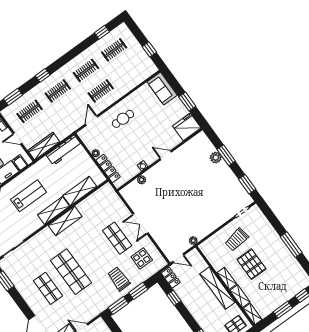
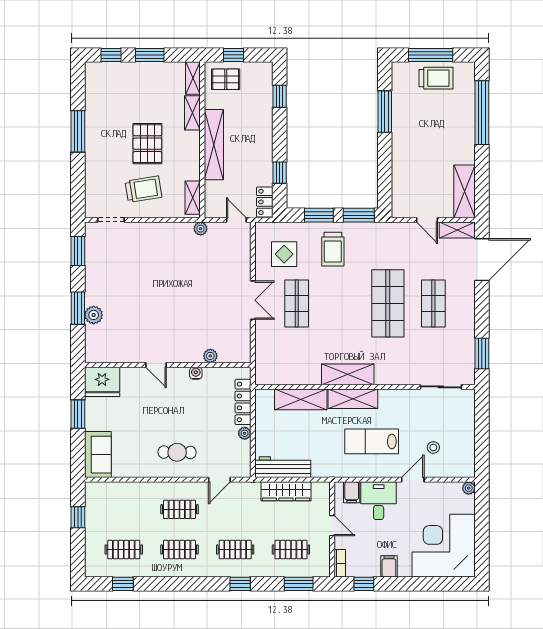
wardrobe: (44, 146) -> (286, 491), moved
shelving: (227, 278) -> (193, 198), moved

